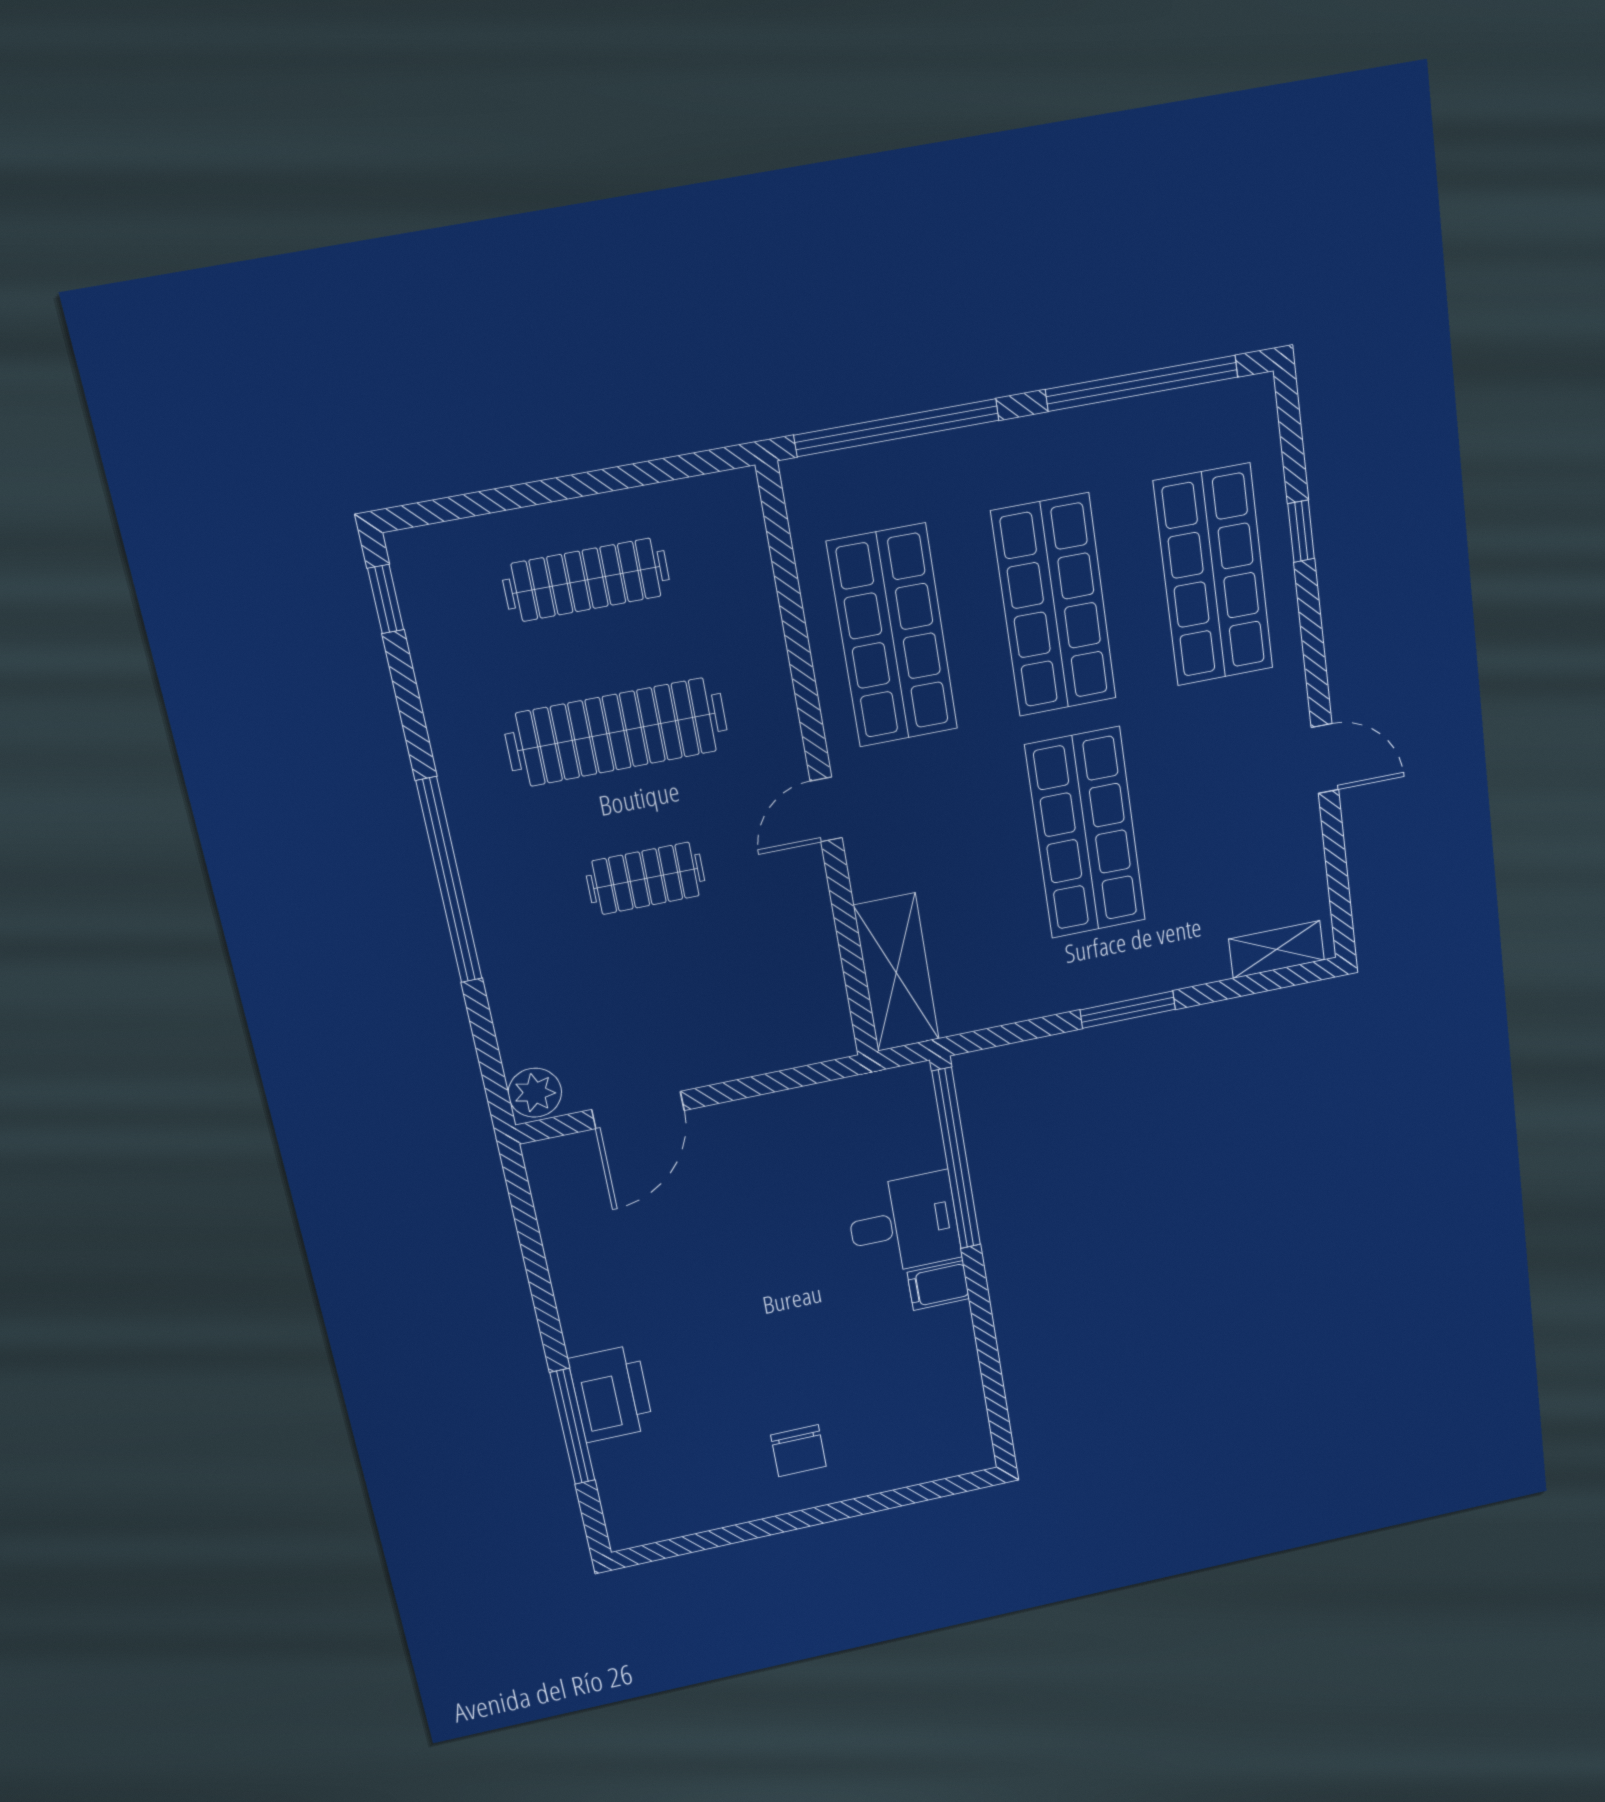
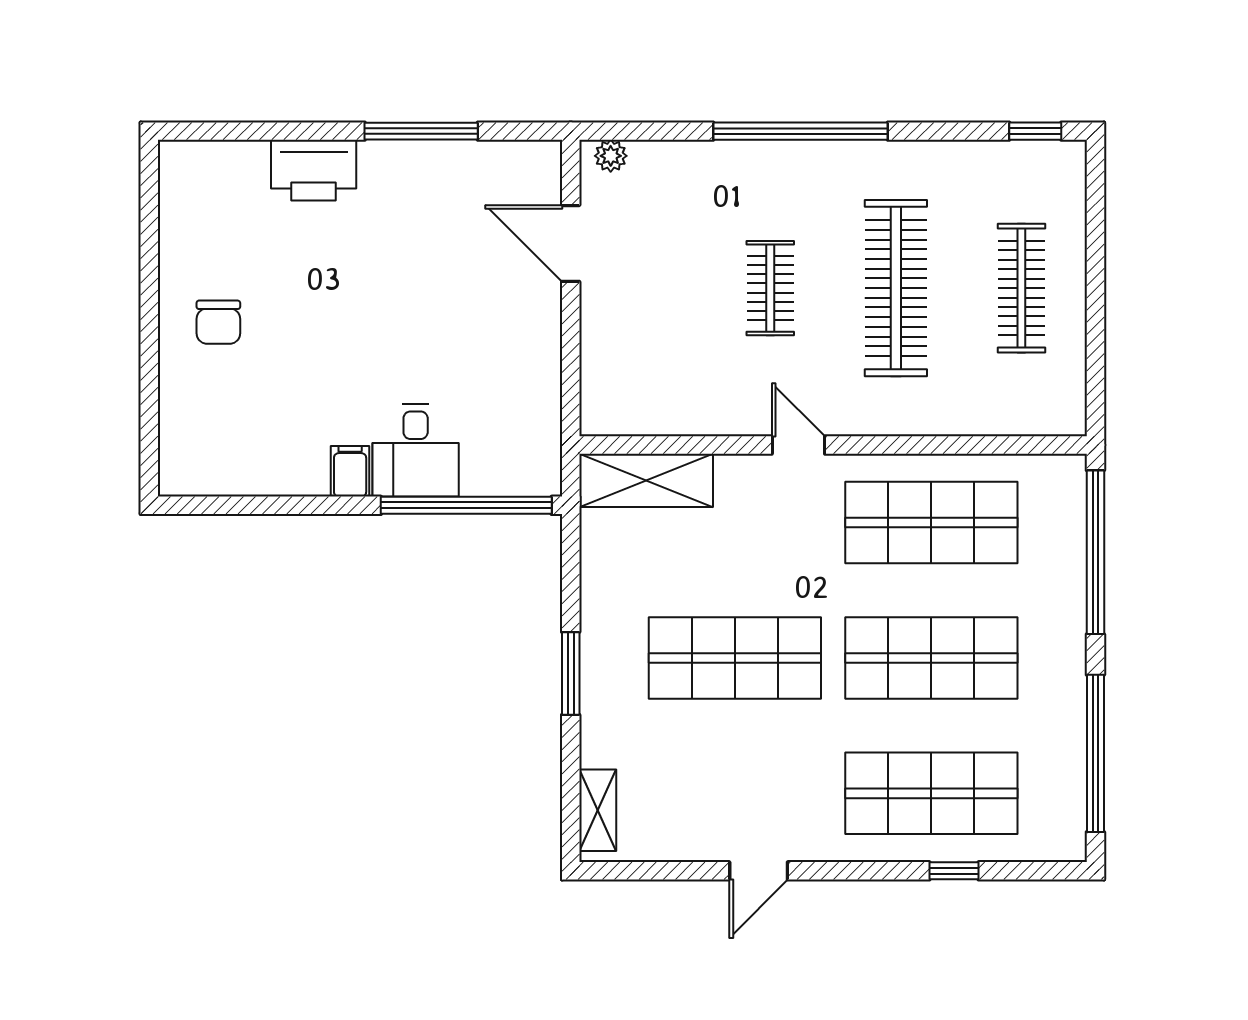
plant: (535, 1093) -> (611, 156), width x0.73, depth x0.73
window: (572, 1427) -> (421, 131), moved
chair: (798, 1451) -> (218, 322), turned -90

